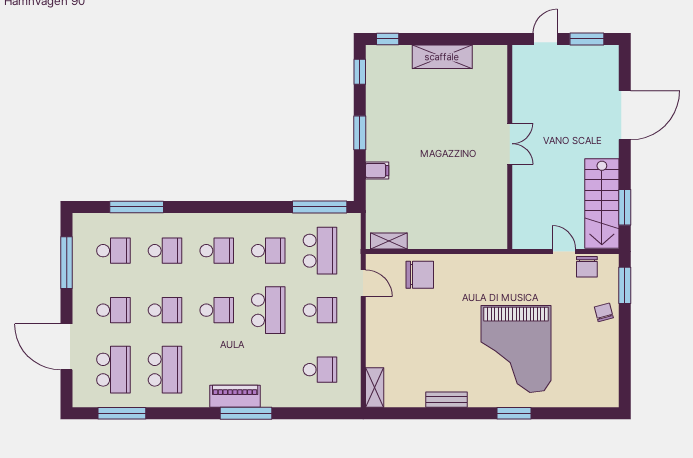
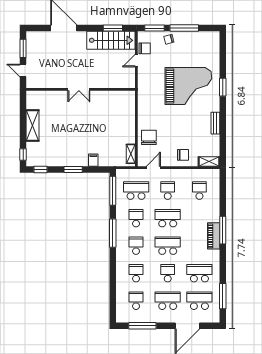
double door: (510, 144) -> (79, 89), swing flipped
window: (137, 207) -> (113, 233), moved
school desk: (113, 310) -> (168, 301), width x1.85
school desk: (217, 310) -> (168, 246), width x1.85
chair: (387, 339) -> (183, 155), added
window: (625, 341) -> (184, 28), added

